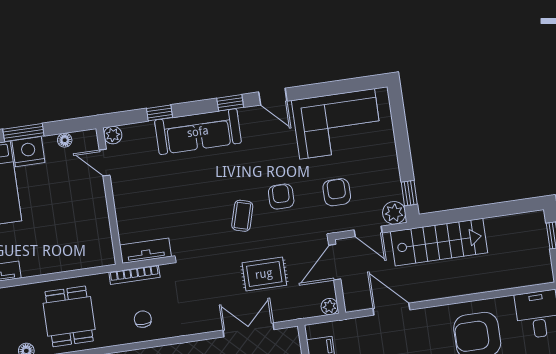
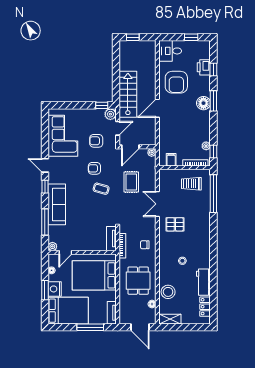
door: (273, 97) -> (45, 165), swing flipped
window: (160, 113) -> (45, 222), width x2.17
bed: (67, 227) -> (94, 275), added
door: (335, 262) -> (130, 147), hinge flipped
door: (391, 309) -> (157, 108), moved
dining table: (69, 316) -> (138, 281), turned 90
double door: (249, 330) -> (157, 204), moved

